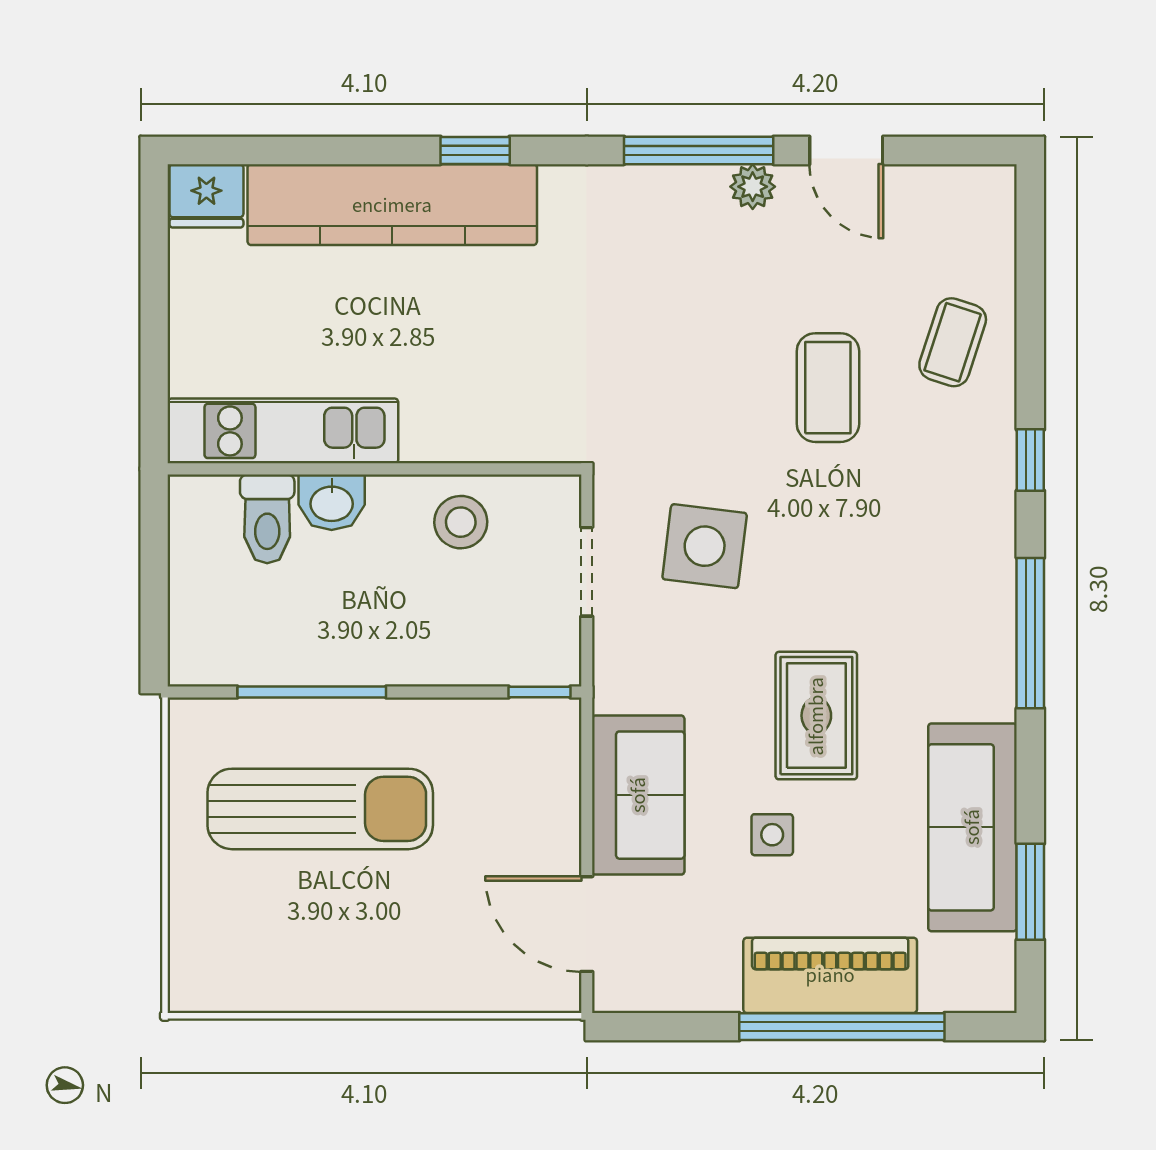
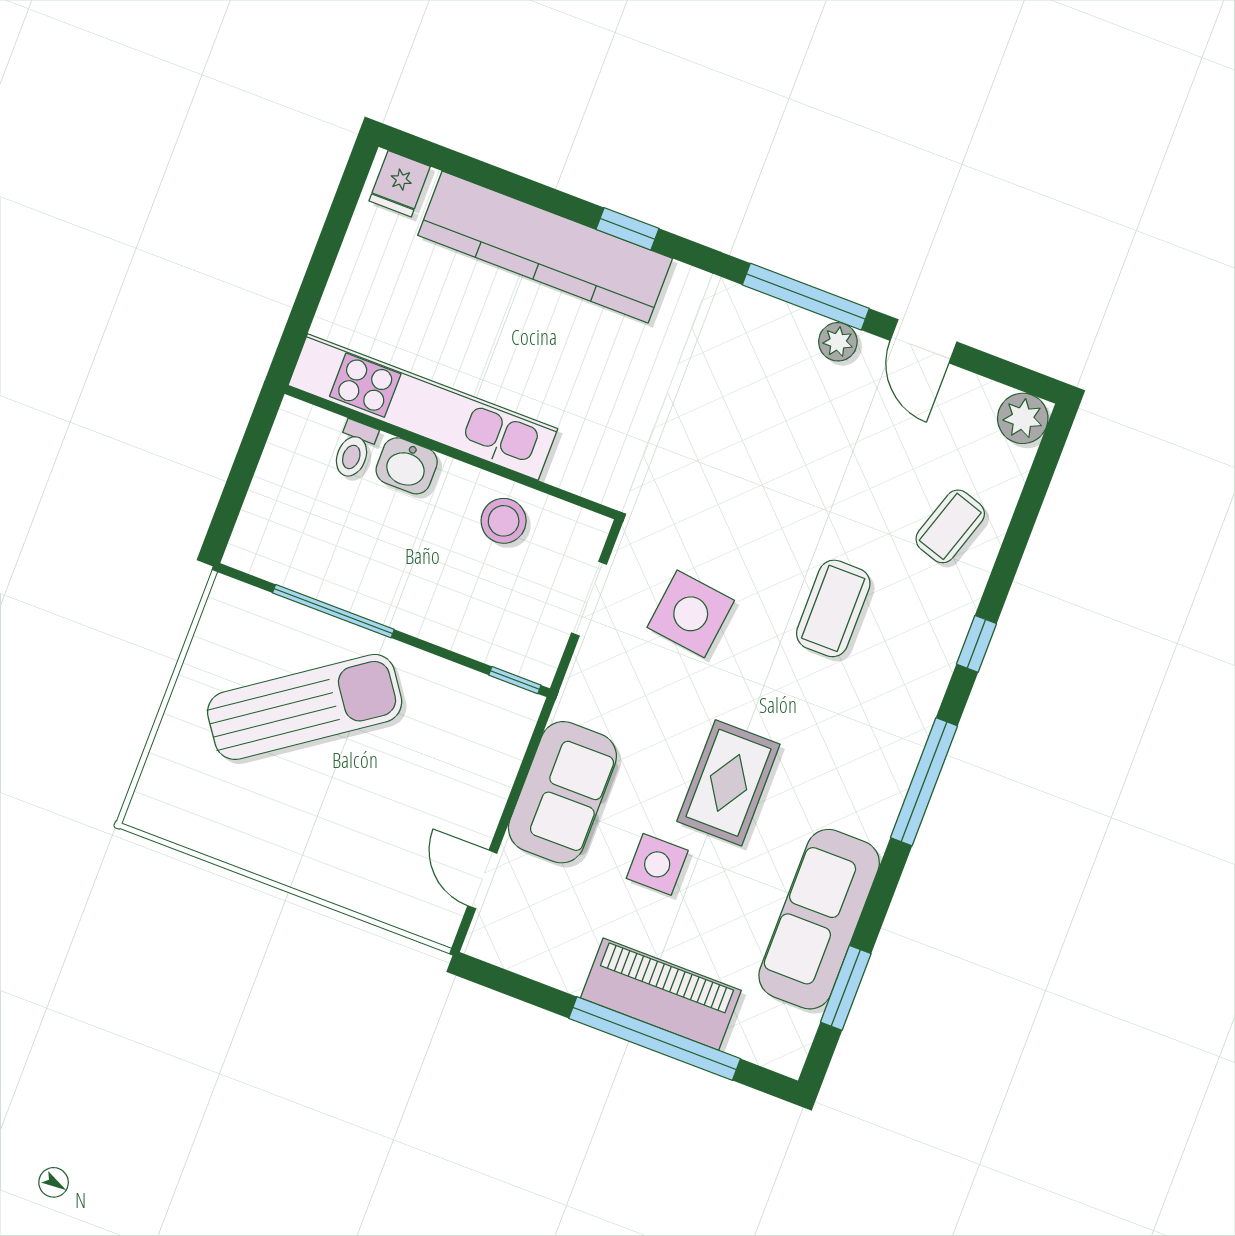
plant: (987, 194) -> (1023, 418), added
fridge: (206, 196) -> (400, 184), width x0.72
coffee table: (828, 388) -> (833, 608), moved
kitchen unit: (283, 431) -> (423, 407), width x1.36
toilet: (267, 519) -> (354, 450), width x0.73, depth x0.72
sun lounger: (320, 809) -> (305, 707), turned -35
side table: (772, 835) -> (657, 864), width x1.37, depth x1.37
door: (587, 924) -> (482, 879), width x0.73

